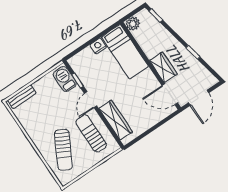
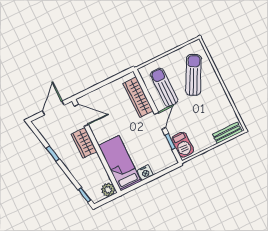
sun lounger: (91, 133) -> (164, 87), turned 180

